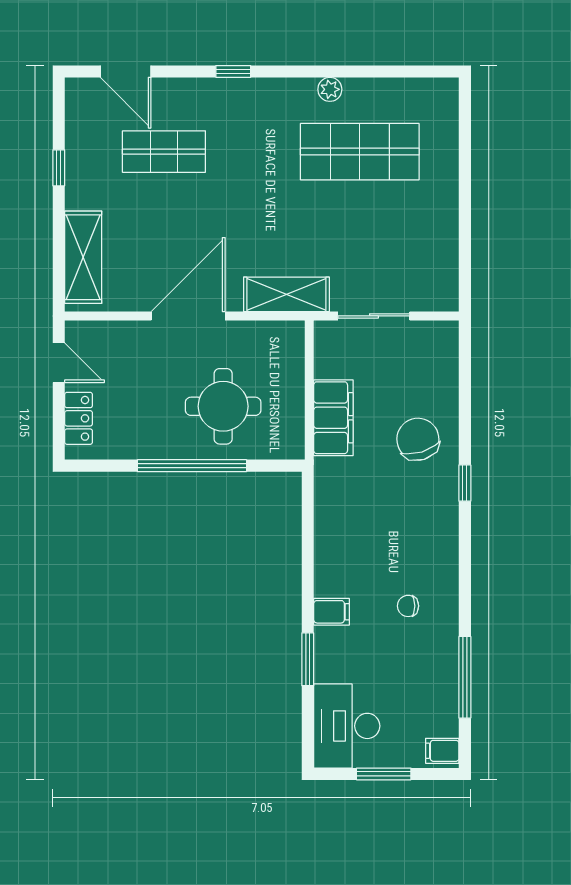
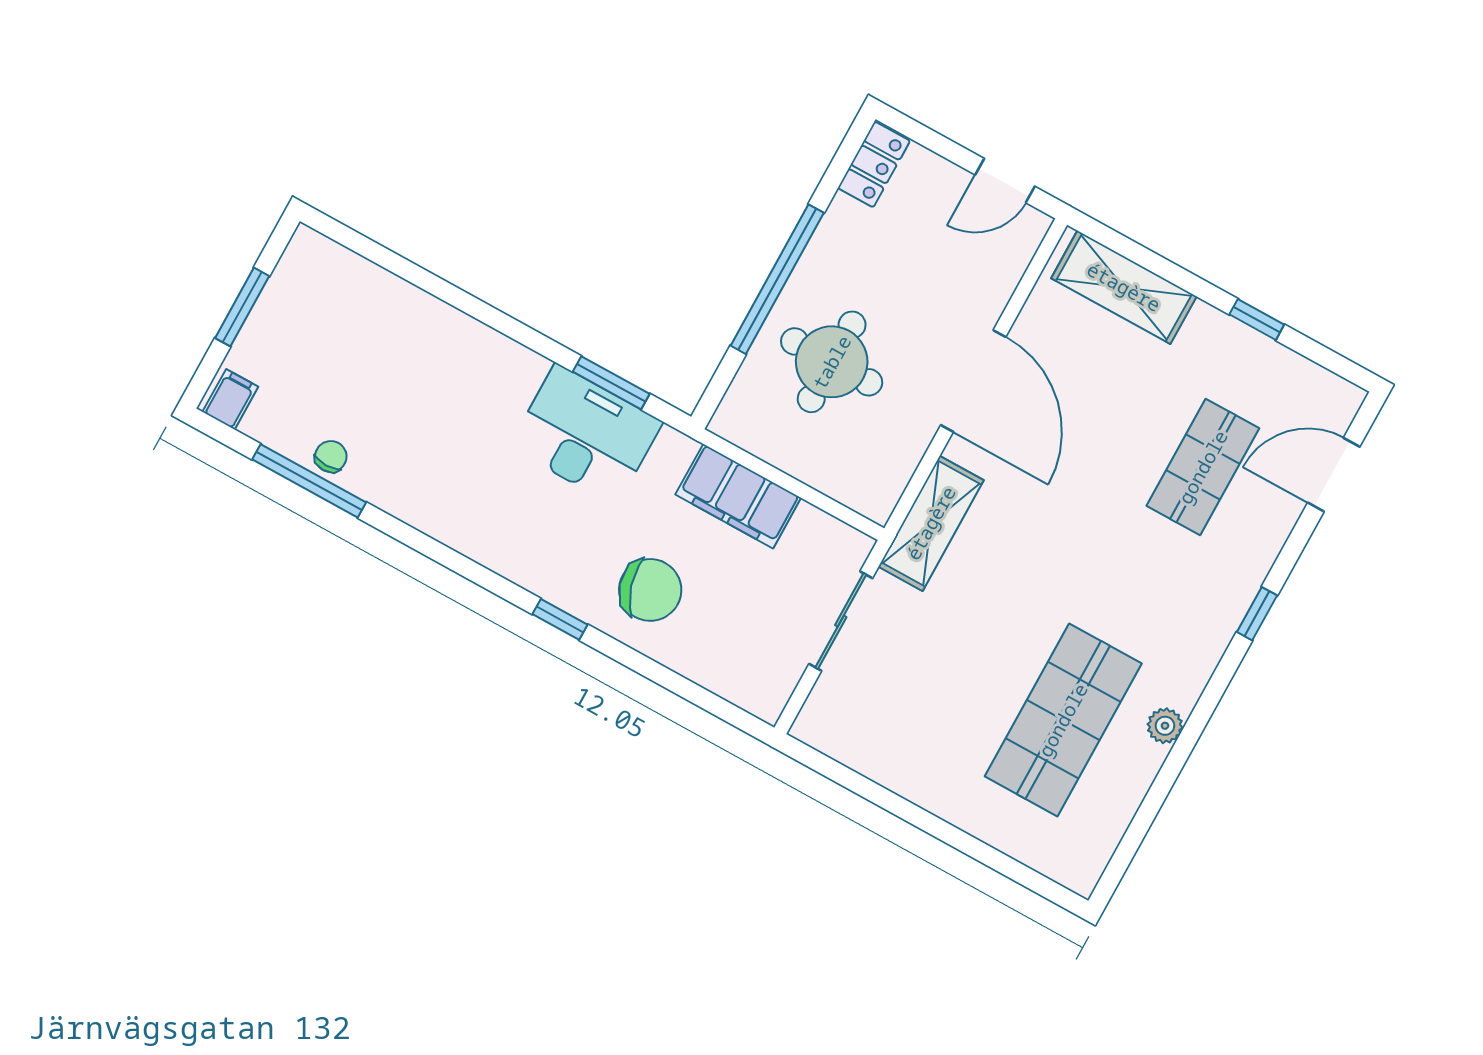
locker: (79, 418) -> (874, 164), moved, turned -90
chair: (408, 606) -> (331, 457), moved
filing cabinet: (332, 612) -> (489, 355), removed
window: (308, 659) -> (611, 383), moved
desk: (347, 726) -> (586, 435), moved

